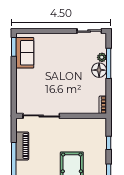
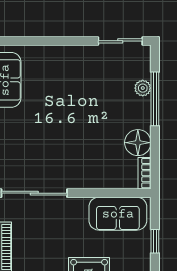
floor lamp: (99, 70) -> (138, 143), moved
sofa: (88, 127) -> (118, 214), added

